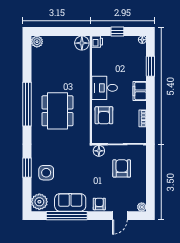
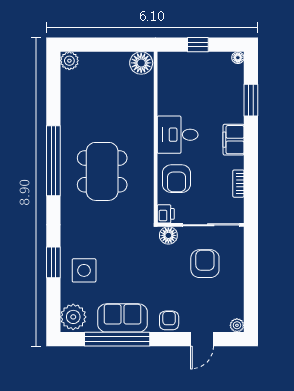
printer: (97, 42) -> (166, 214), moved

